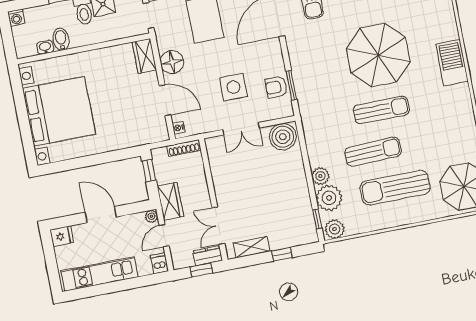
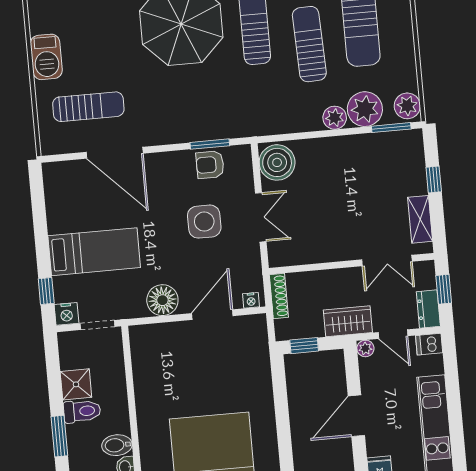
wardrobe: (144, 56) -> (151, 336), removed
armchair: (276, 87) -> (210, 165), turned 90
window: (317, 219) -> (391, 128), width x1.50
dresser: (208, 256) -> (428, 309), moved

